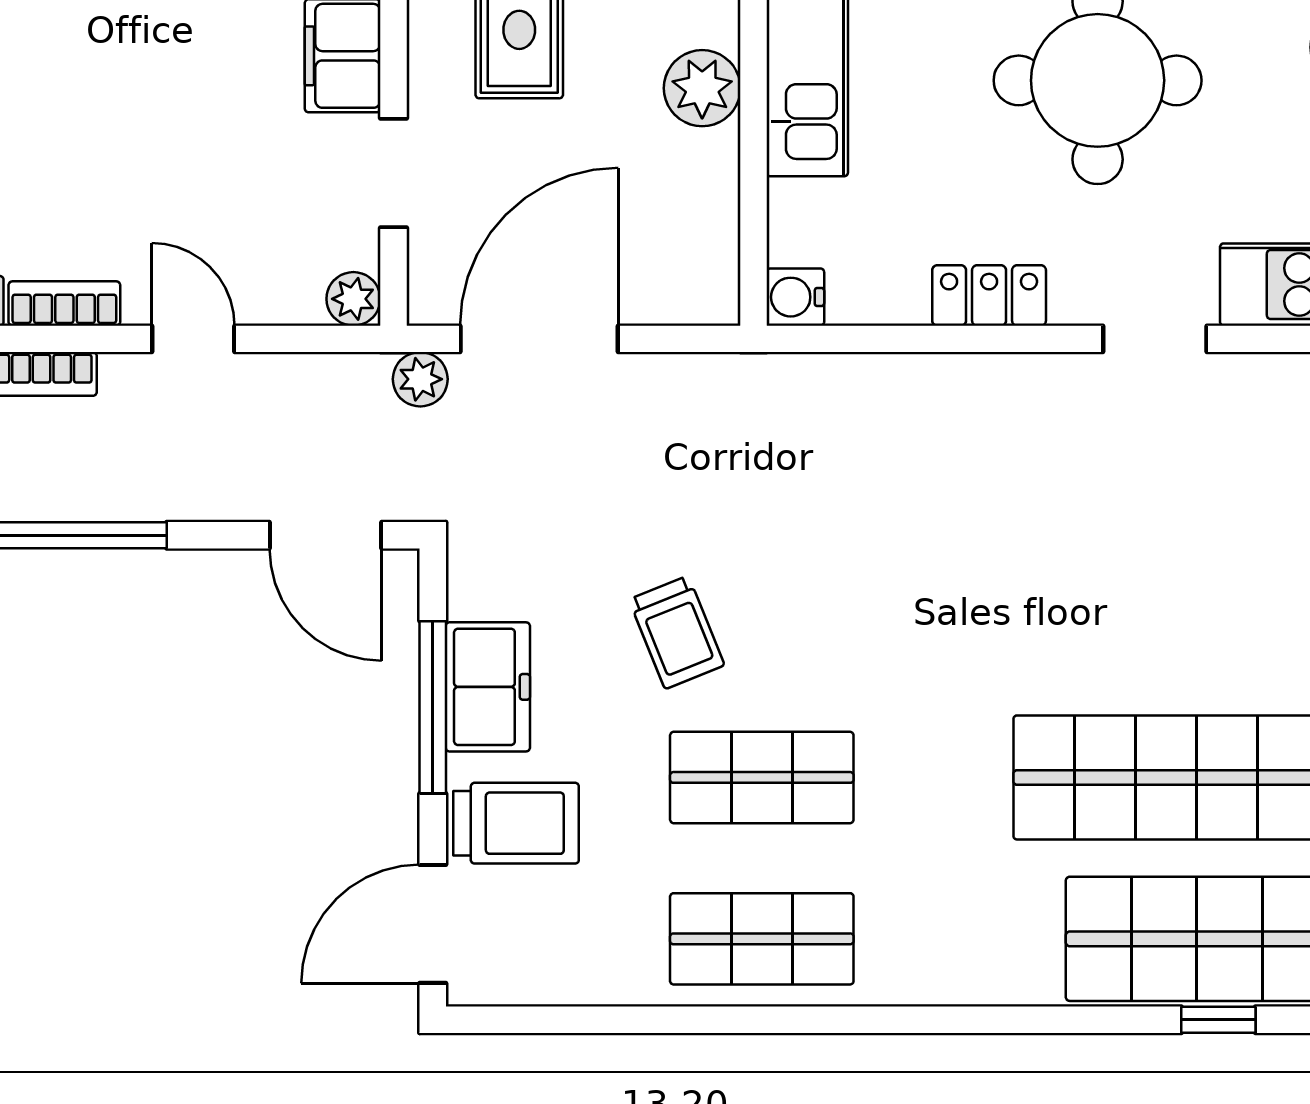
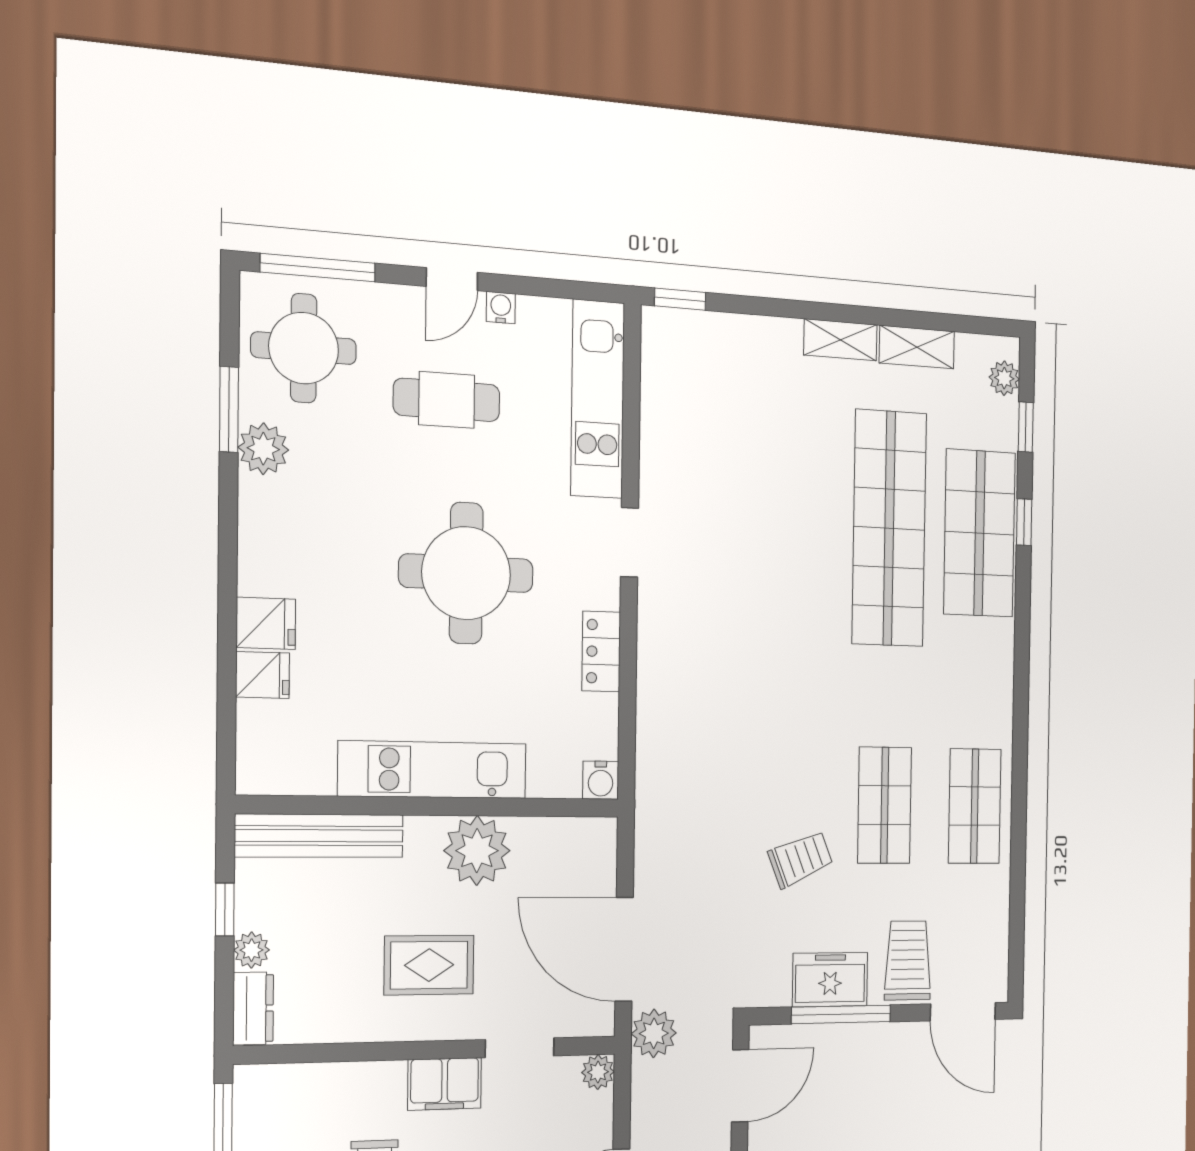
plant: (702, 88) -> (477, 851), width x1.36, depth x1.36
plant: (420, 379) -> (654, 1033), width x1.38, depth x1.38

